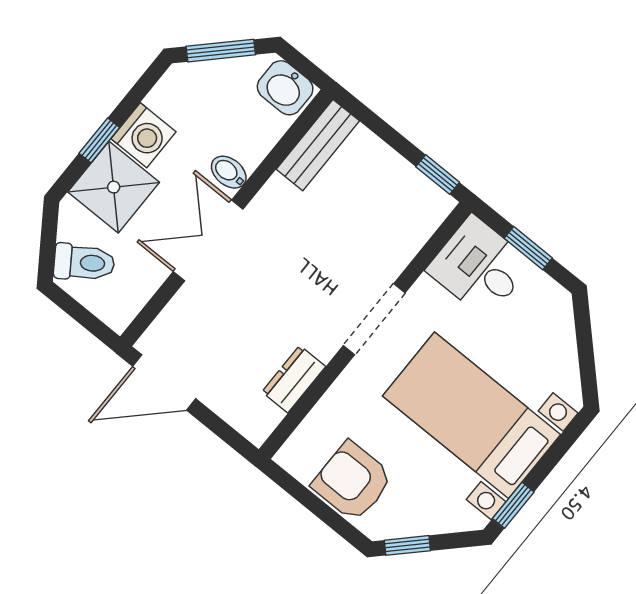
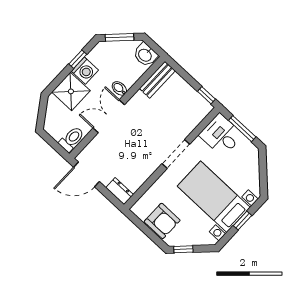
window: (99, 140) -> (78, 59), moved
window: (528, 248) -> (242, 129), width x1.50
toilet: (84, 263) -> (72, 139), moved, turned -56
dresser: (294, 379) -> (120, 191), moved, turned 90
armchair: (352, 481) -> (162, 221), turned 180
window: (513, 505) -> (243, 221), moved

